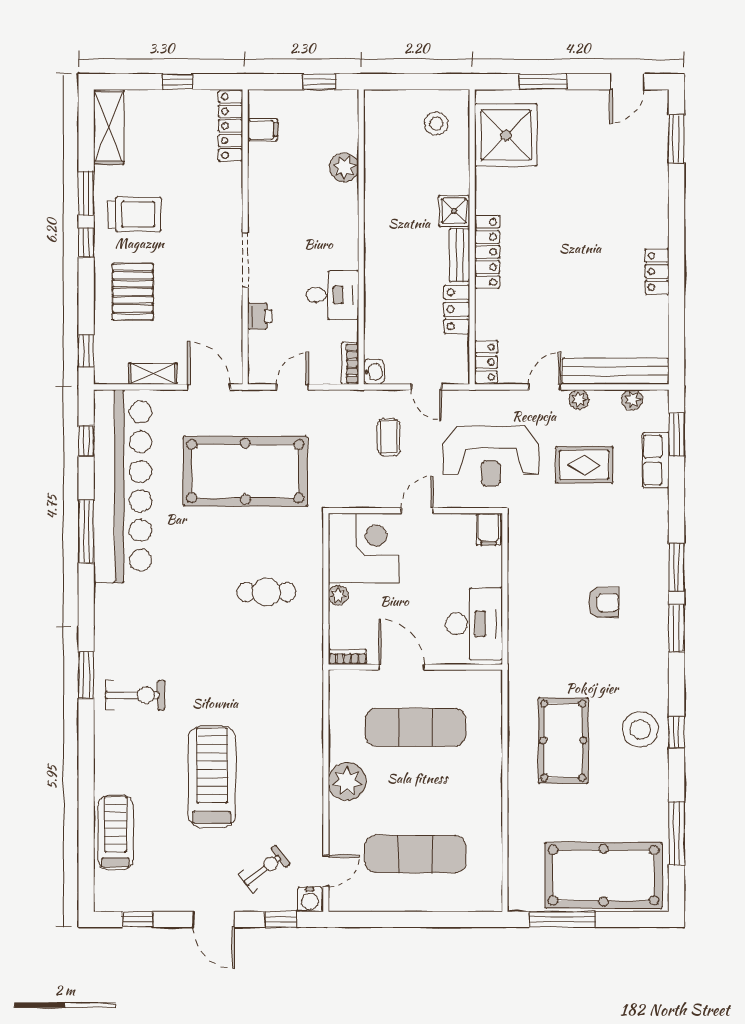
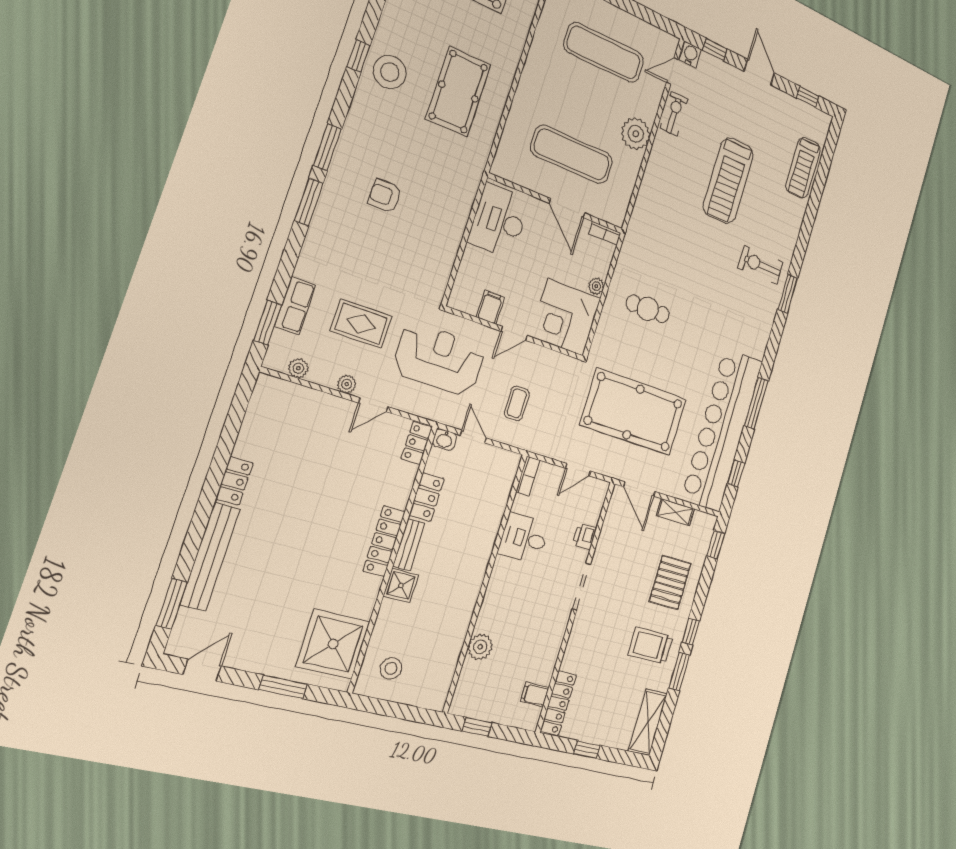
bench: (616, 371) -> (210, 557), moved, turned 90
washbasin: (374, 372) -> (445, 440), moved, turned -90
filing cabinet: (489, 529) -> (490, 307), moved
exercise bike: (264, 869) -> (674, 114), moved, turned 128

